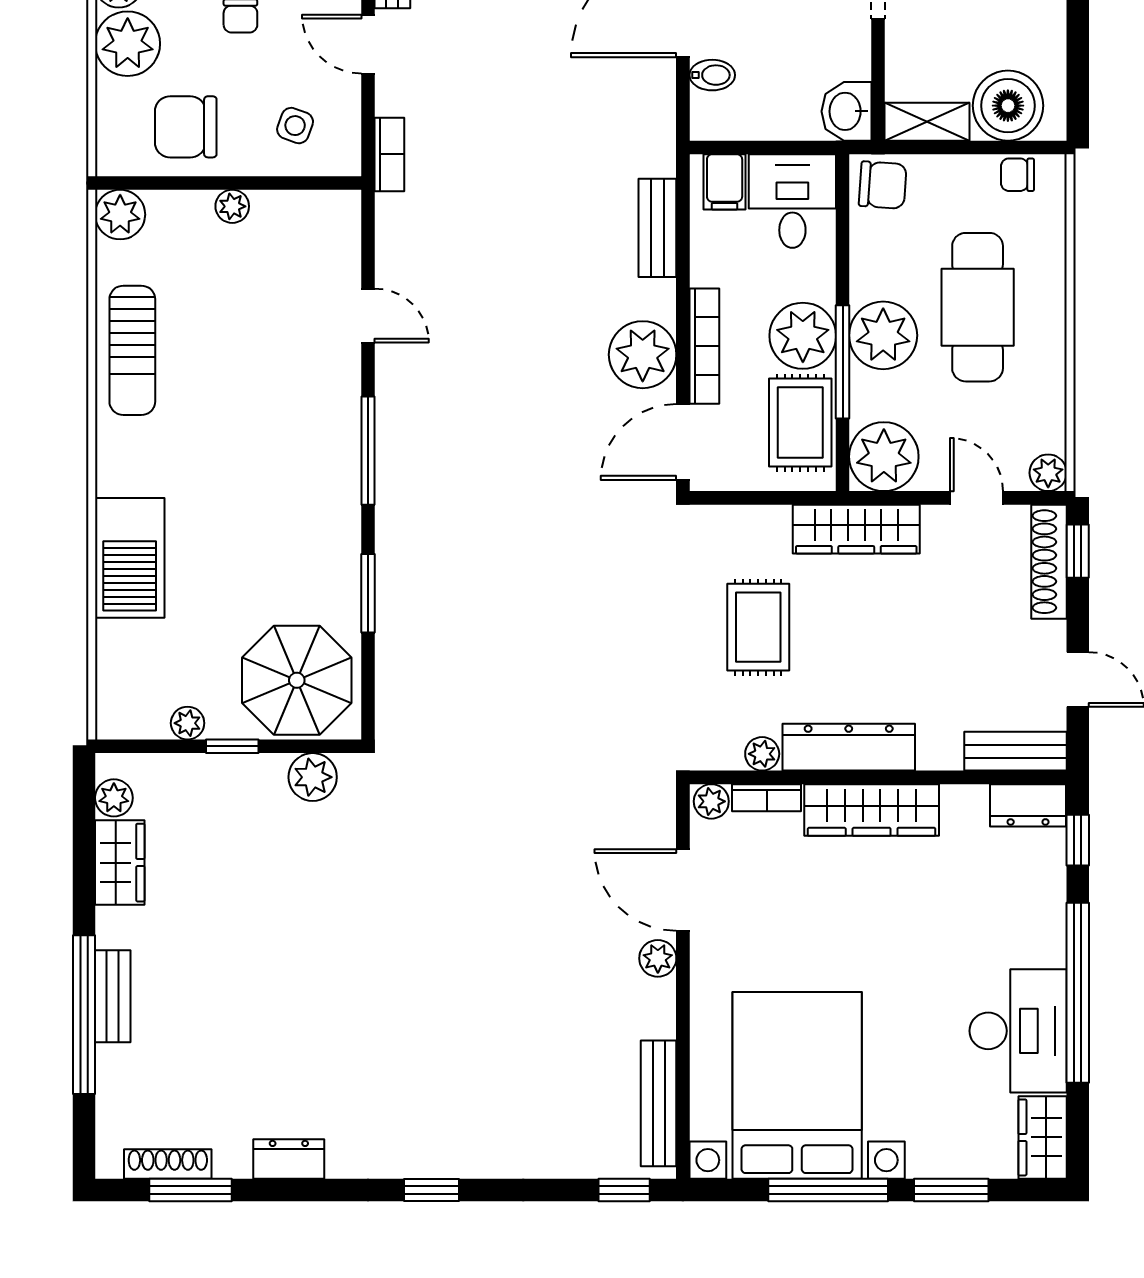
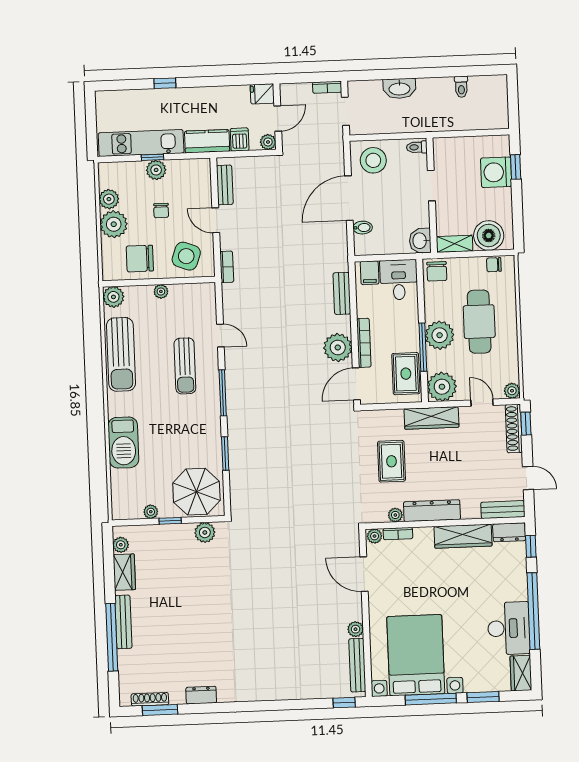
side table: (295, 126) -> (186, 256), width x1.87, depth x1.87
chair: (883, 185) -> (437, 271), turned 86
plant: (803, 336) -> (405, 337), removed
sun lounger: (132, 350) -> (121, 354), width x1.36, depth x1.34
sun lounger: (282, 383) -> (185, 366), added
wardrobe: (872, 810) -> (463, 536), moved
plant: (658, 958) -> (356, 629), moved
bench: (113, 996) -> (123, 622), width x1.36
window: (431, 1190) -> (262, 706), removed

